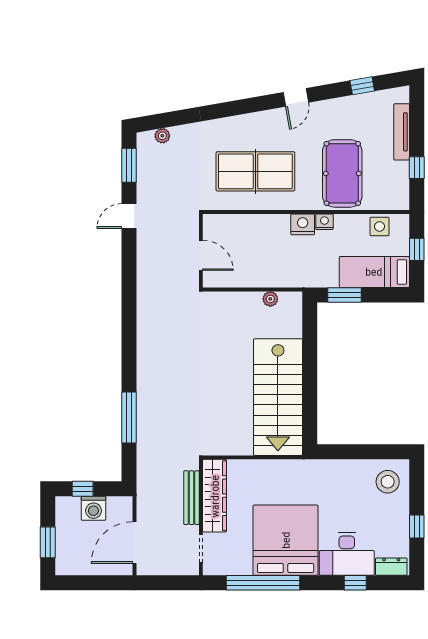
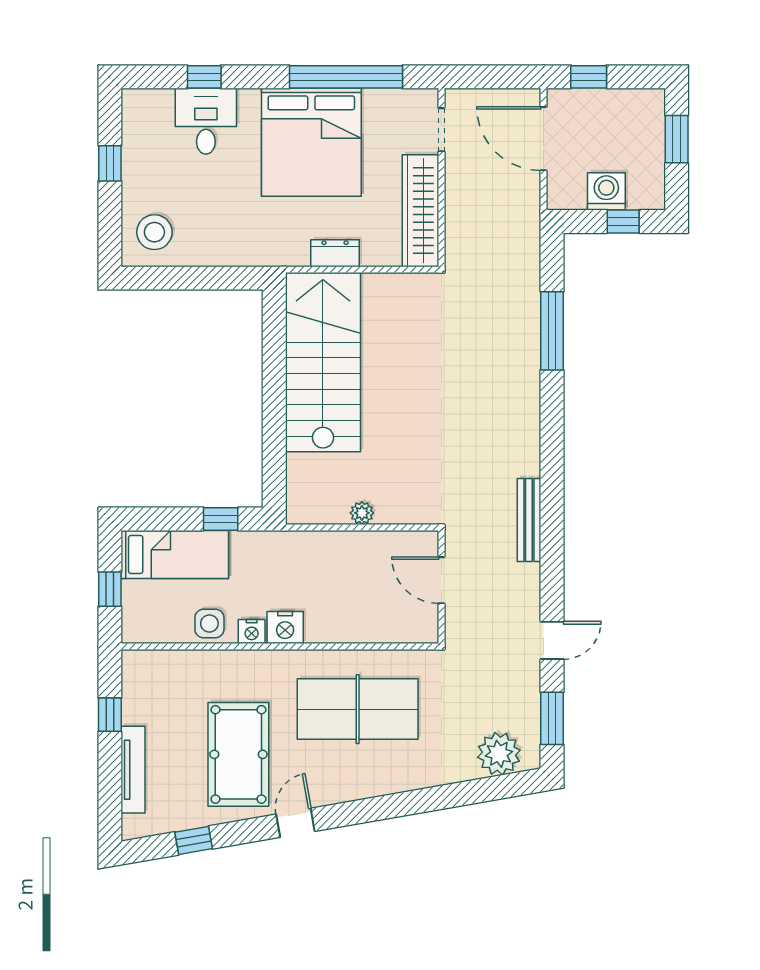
plant: (162, 136) -> (499, 754), width x1.87, depth x1.87
pool table: (342, 173) -> (238, 754), moved
side table: (380, 226) -> (209, 623), moved
window: (345, 295) -> (221, 519), width x0.67
plant: (270, 299) -> (362, 513), moved
bench: (191, 498) -> (529, 520), moved
door: (134, 543) -> (543, 139), swing flipped
desk: (347, 554) -> (206, 121), width x0.73
dresser: (391, 567) -> (335, 253), moved, turned 180
window: (105, 583) -> (589, 77), added

